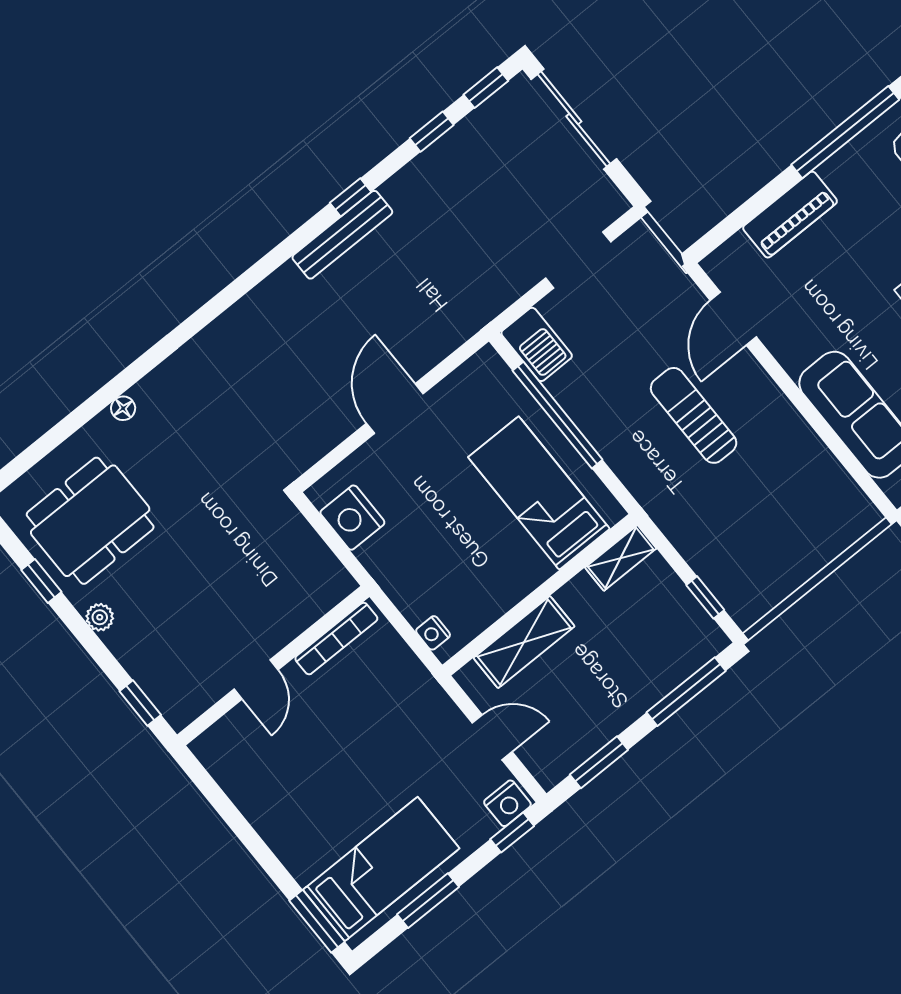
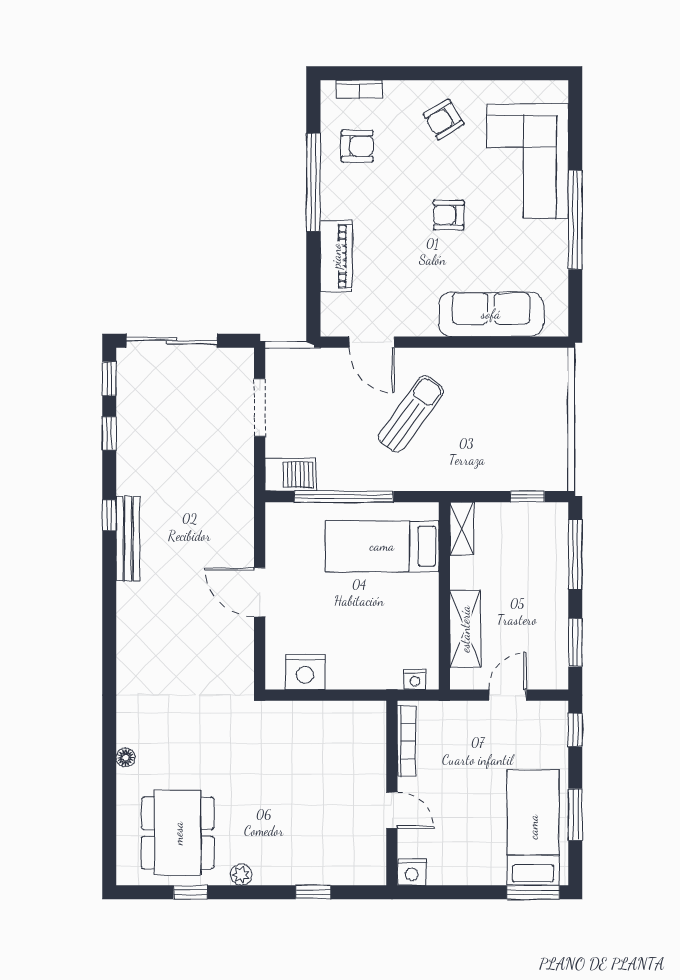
sun lounger: (694, 415) -> (411, 414), turned 126
bookcase: (336, 639) -> (407, 741), moved
wall: (273, 666) -> (392, 793), moved
door: (256, 680) -> (392, 810), moved
nightstand: (507, 803) -> (412, 872), moved, turned 90

